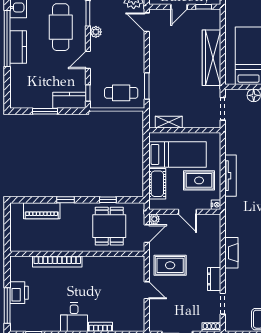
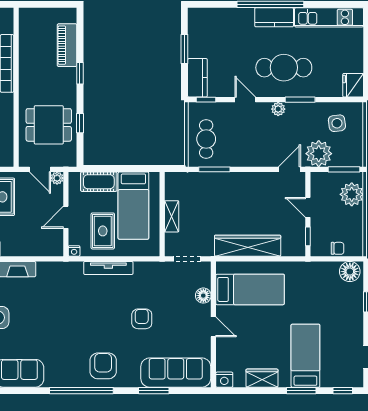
kitchen counter: (18, 47) -> (274, 17), moved
shelving: (169, 122) -> (172, 216), moved

